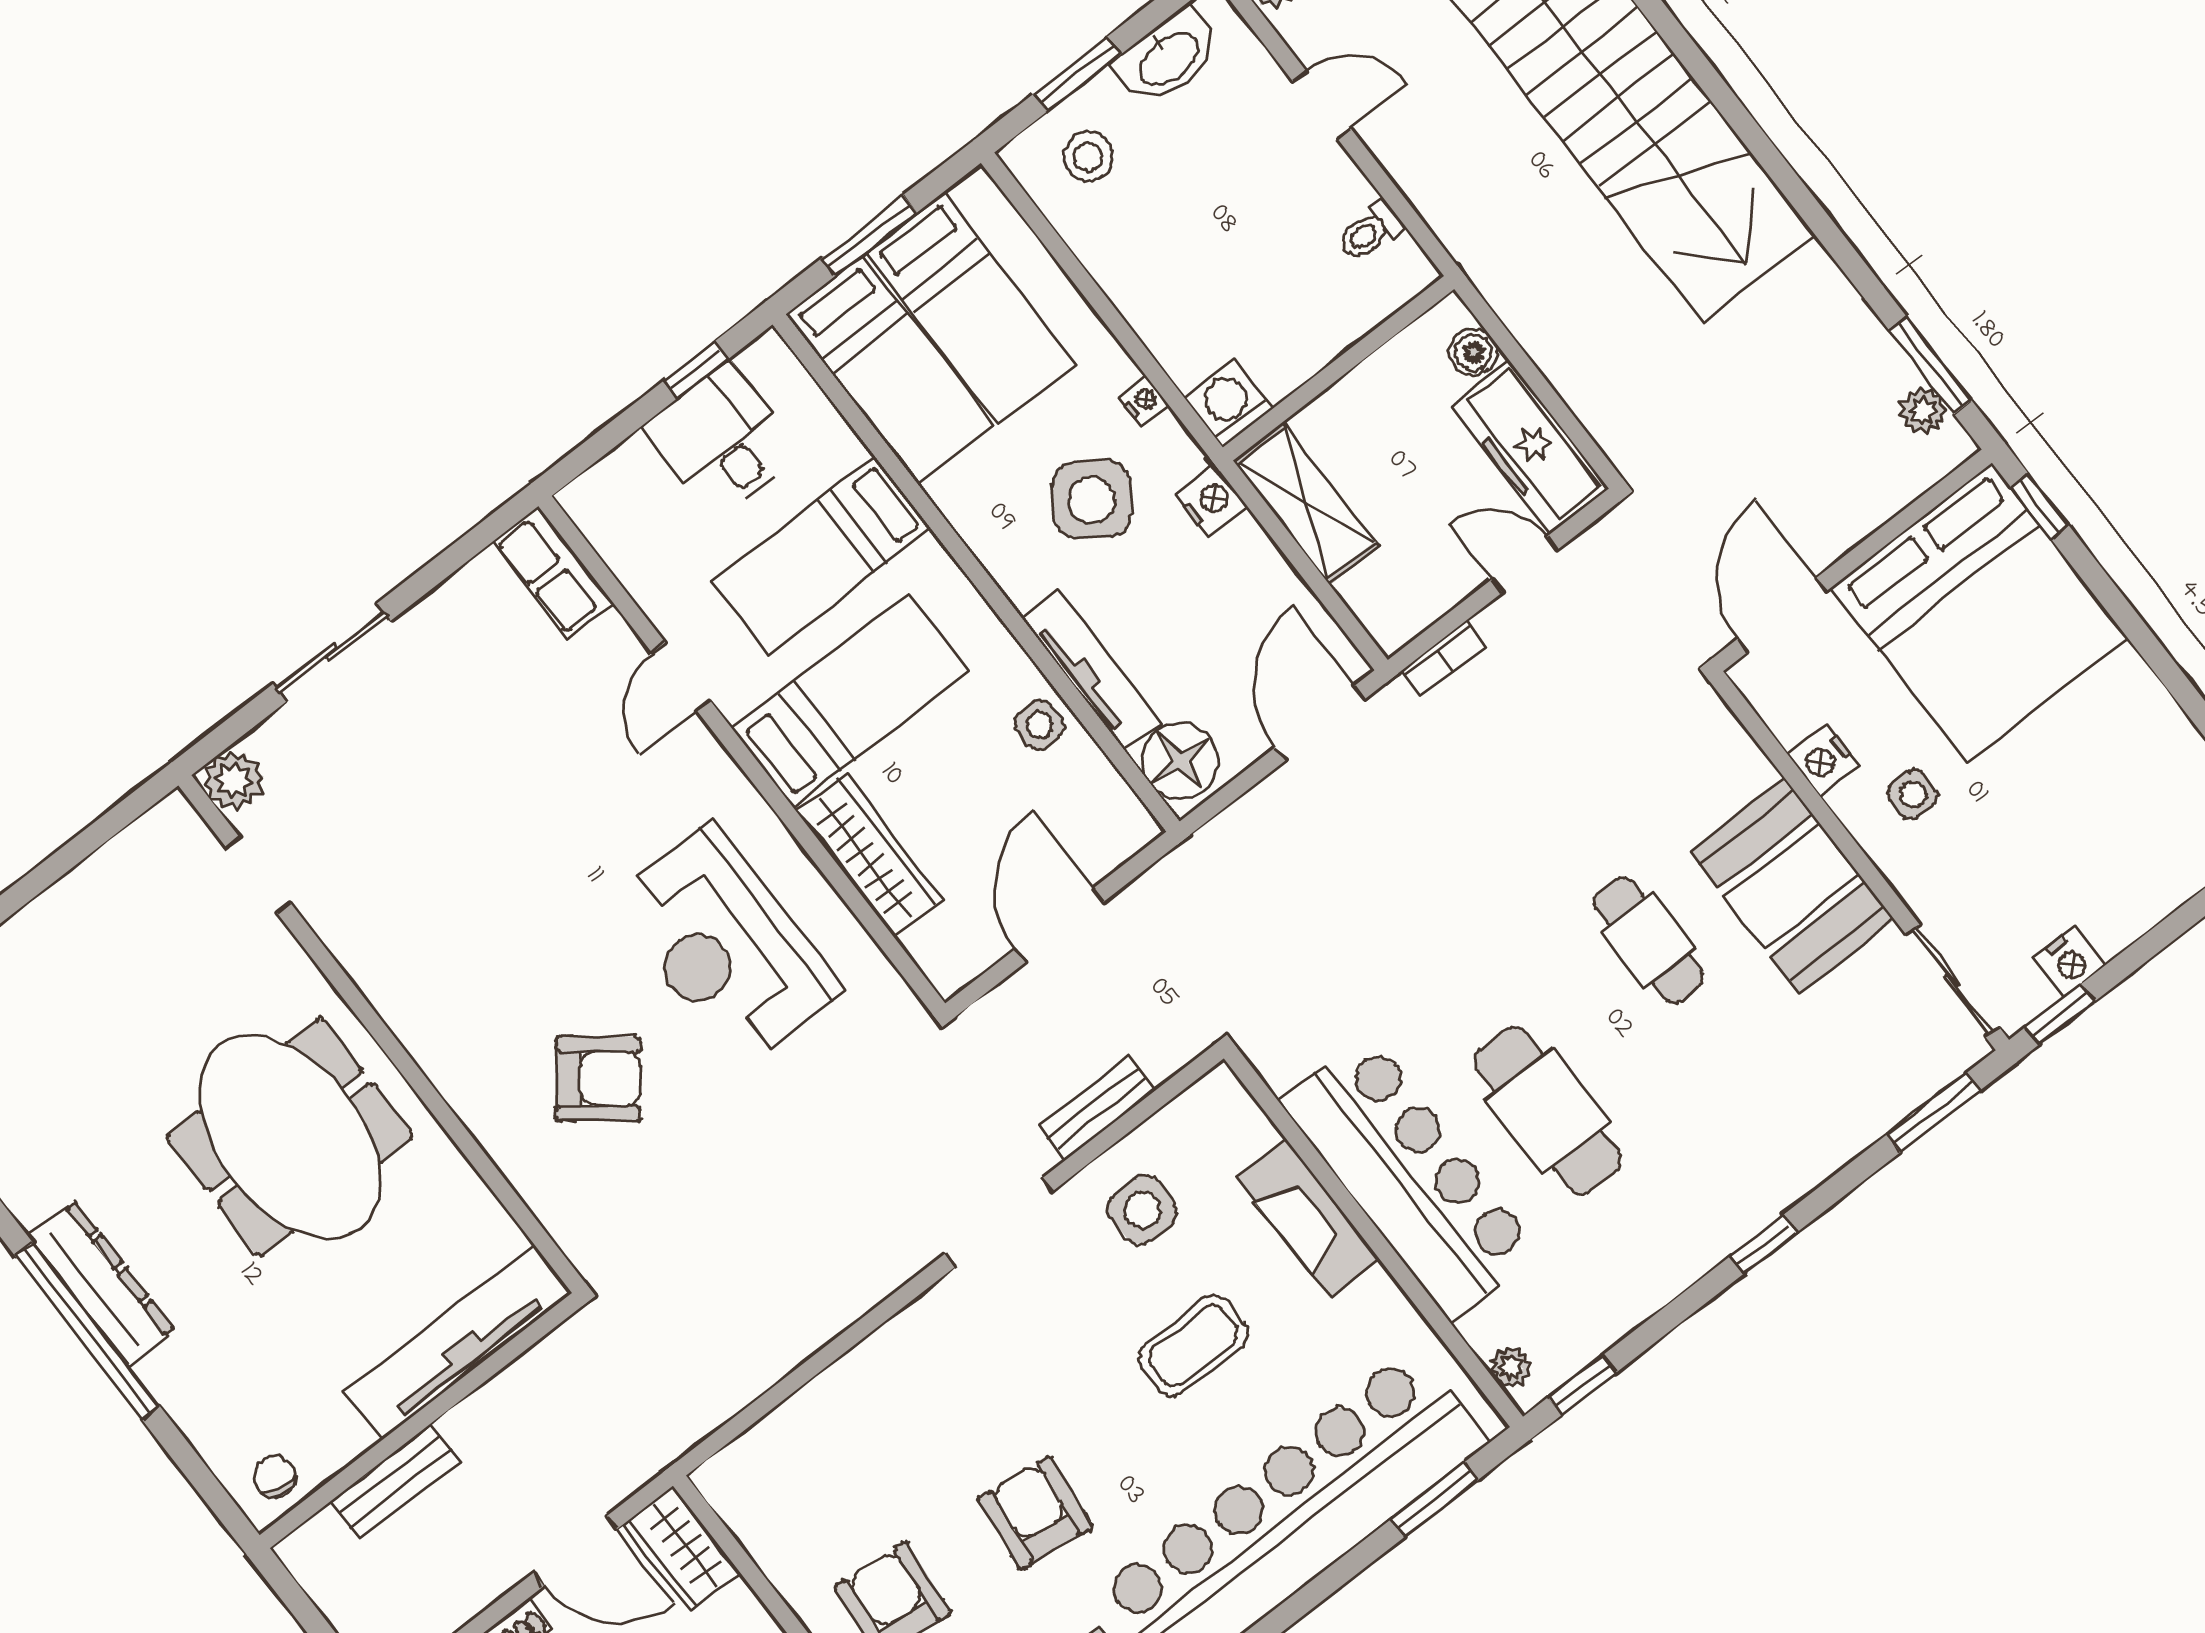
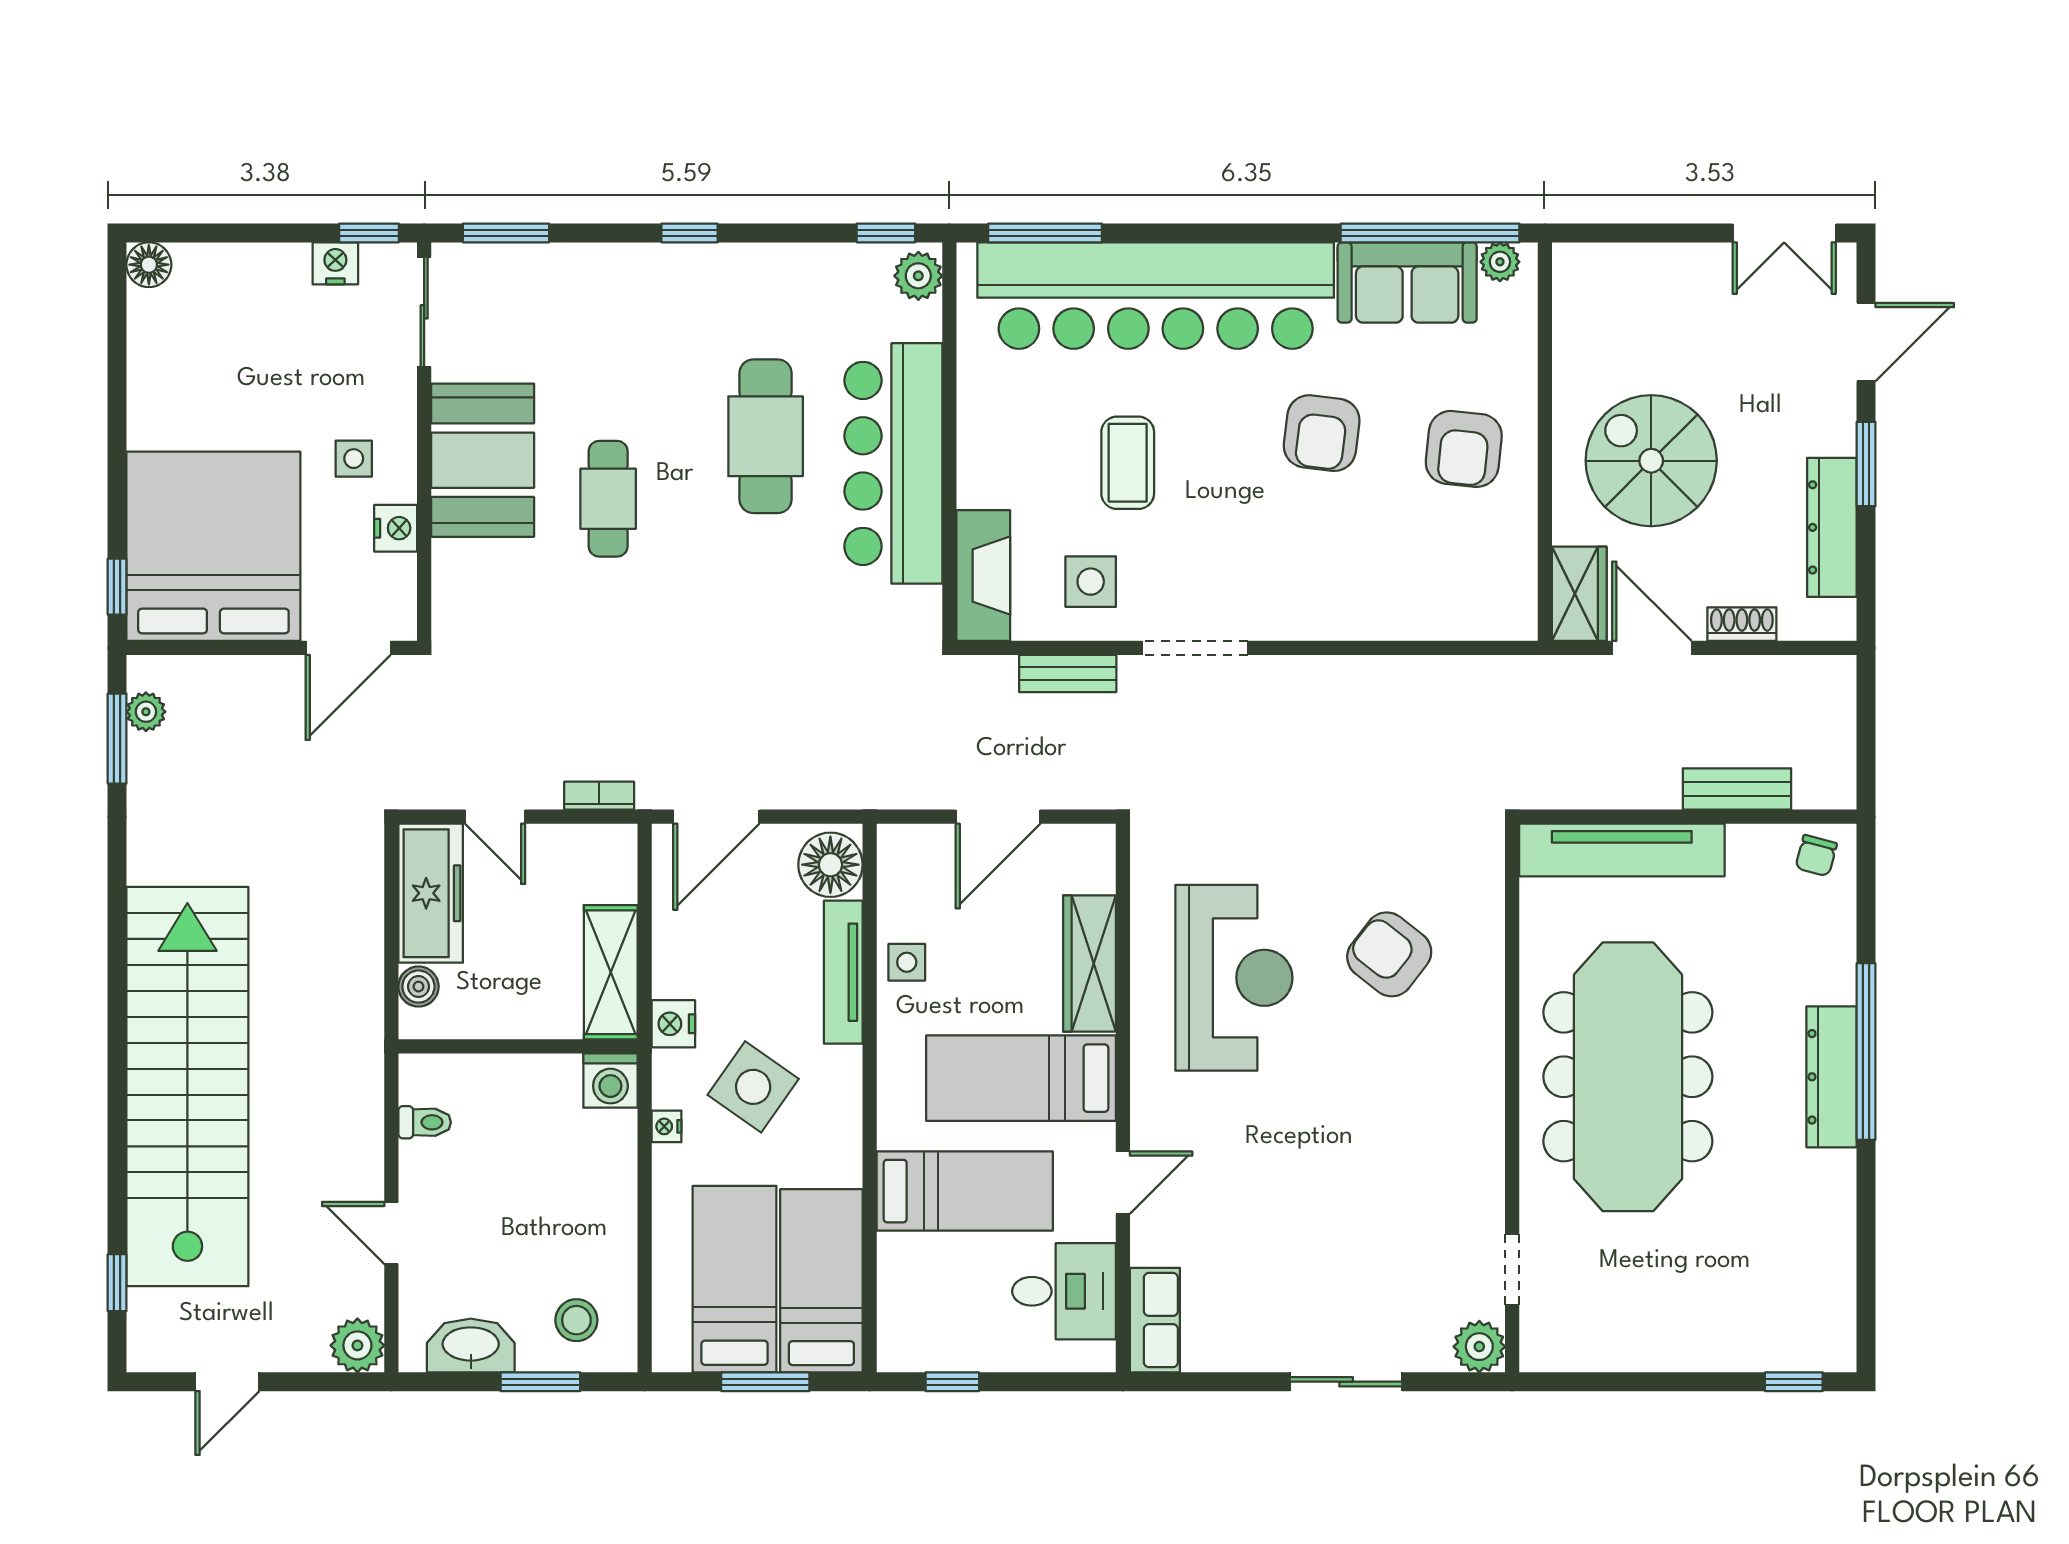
desk: (722, 441) -> (1064, 1291), moved, turned -90
meeting table: (290, 1137) -> (1628, 1077), width x1.36
fireplace: (1308, 1219) -> (983, 576), moved
coffee table: (1193, 1346) -> (1128, 463), turned 90
plant: (1510, 1367) -> (918, 276), width x1.38, depth x1.38
window: (1435, 1499) -> (1045, 233), width x1.44

